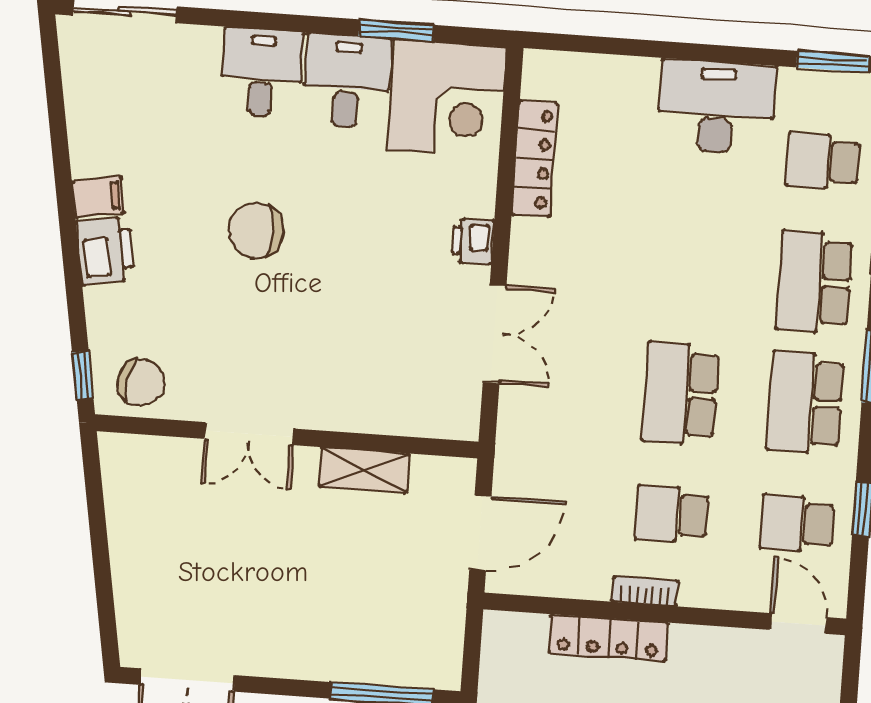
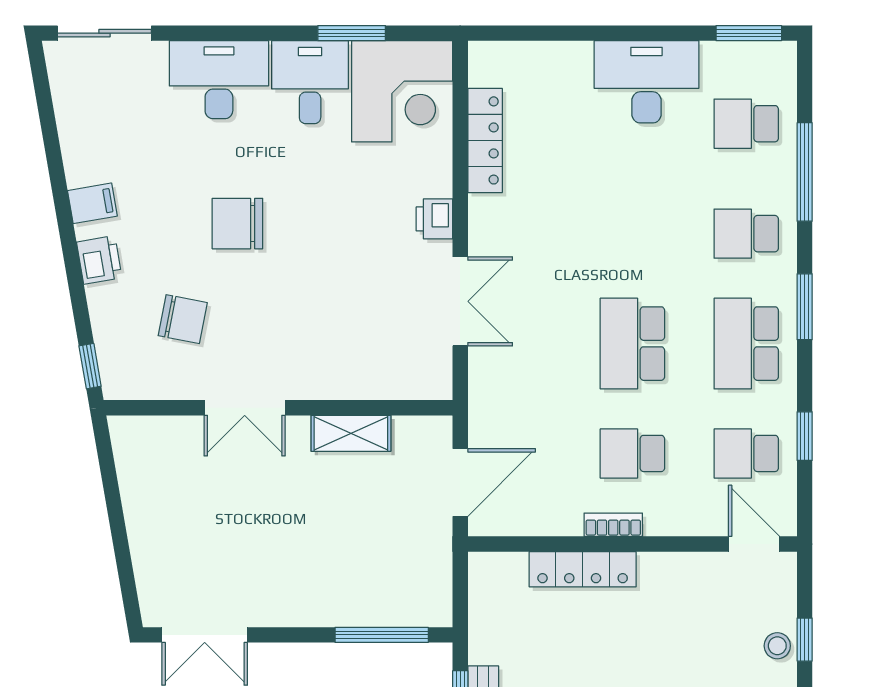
desk: (262, 72) -> (219, 80), width x1.37
printer: (105, 251) -> (99, 260), width x0.73, depth x0.81
school desk: (814, 282) -> (746, 234), width x0.54
chair: (141, 383) -> (183, 319), moved

